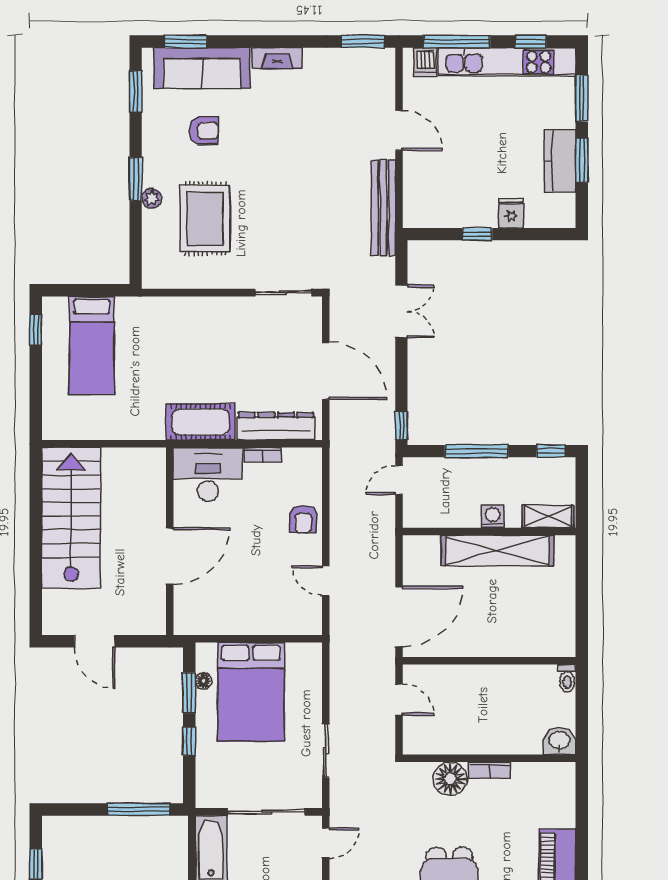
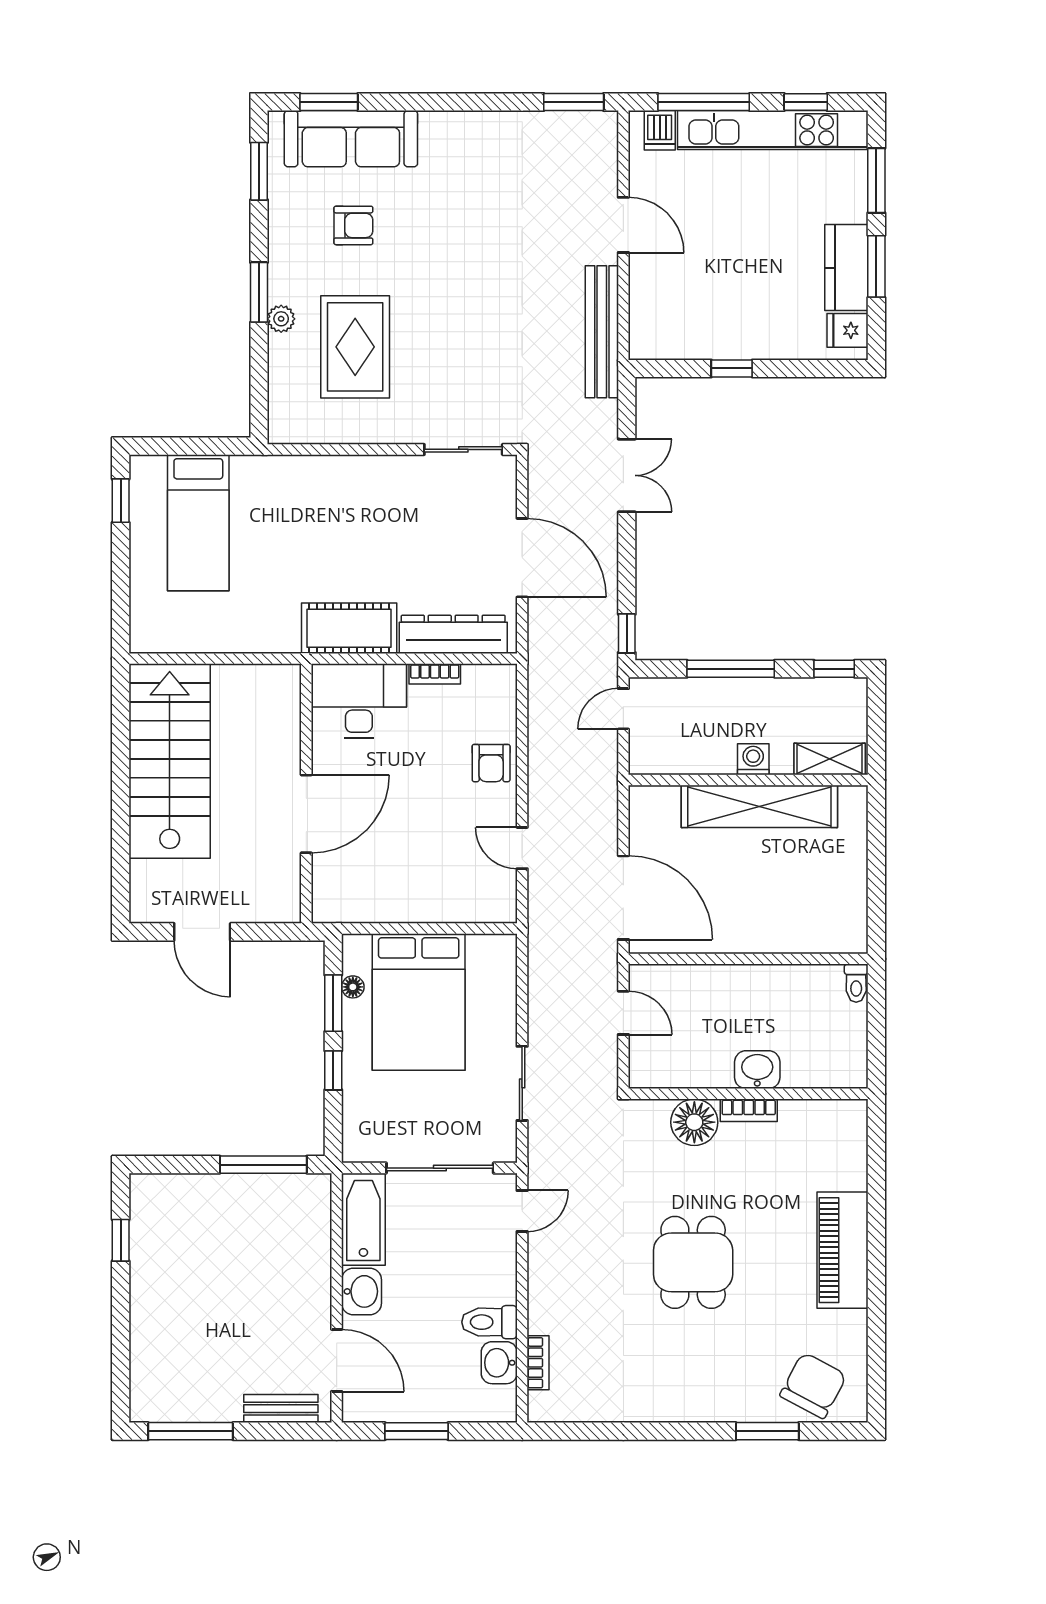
fireplace: (277, 58) -> (455, 125), removed
fridge: (511, 213) -> (848, 330), moved, turned -90
door: (399, 616) -> (623, 898), hinge flipped
washbasin: (559, 741) -> (757, 1070), moved

